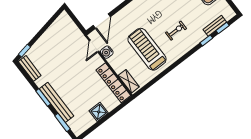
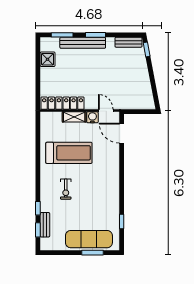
shelving: (129, 81) -> (74, 117), moved
shower: (99, 112) -> (48, 59), moved

